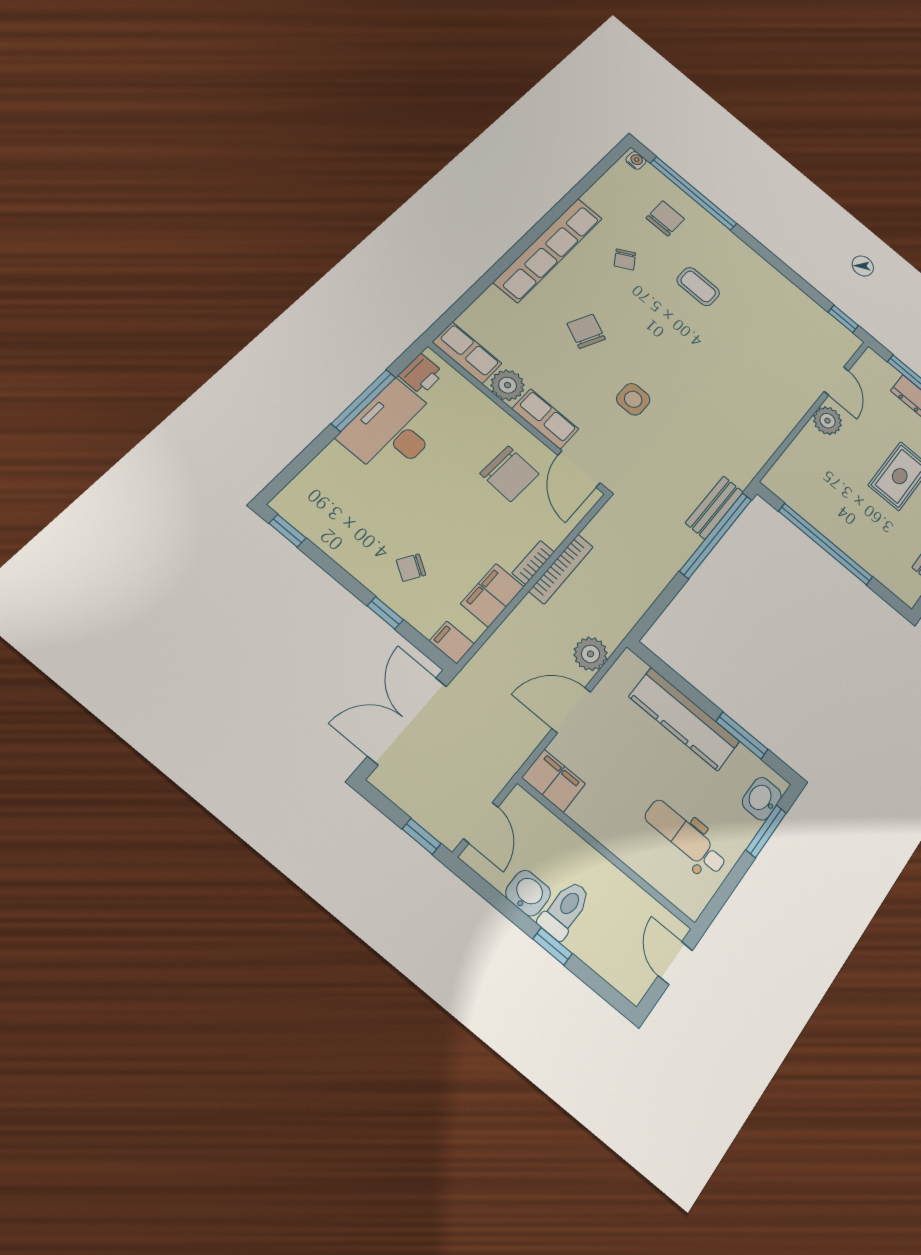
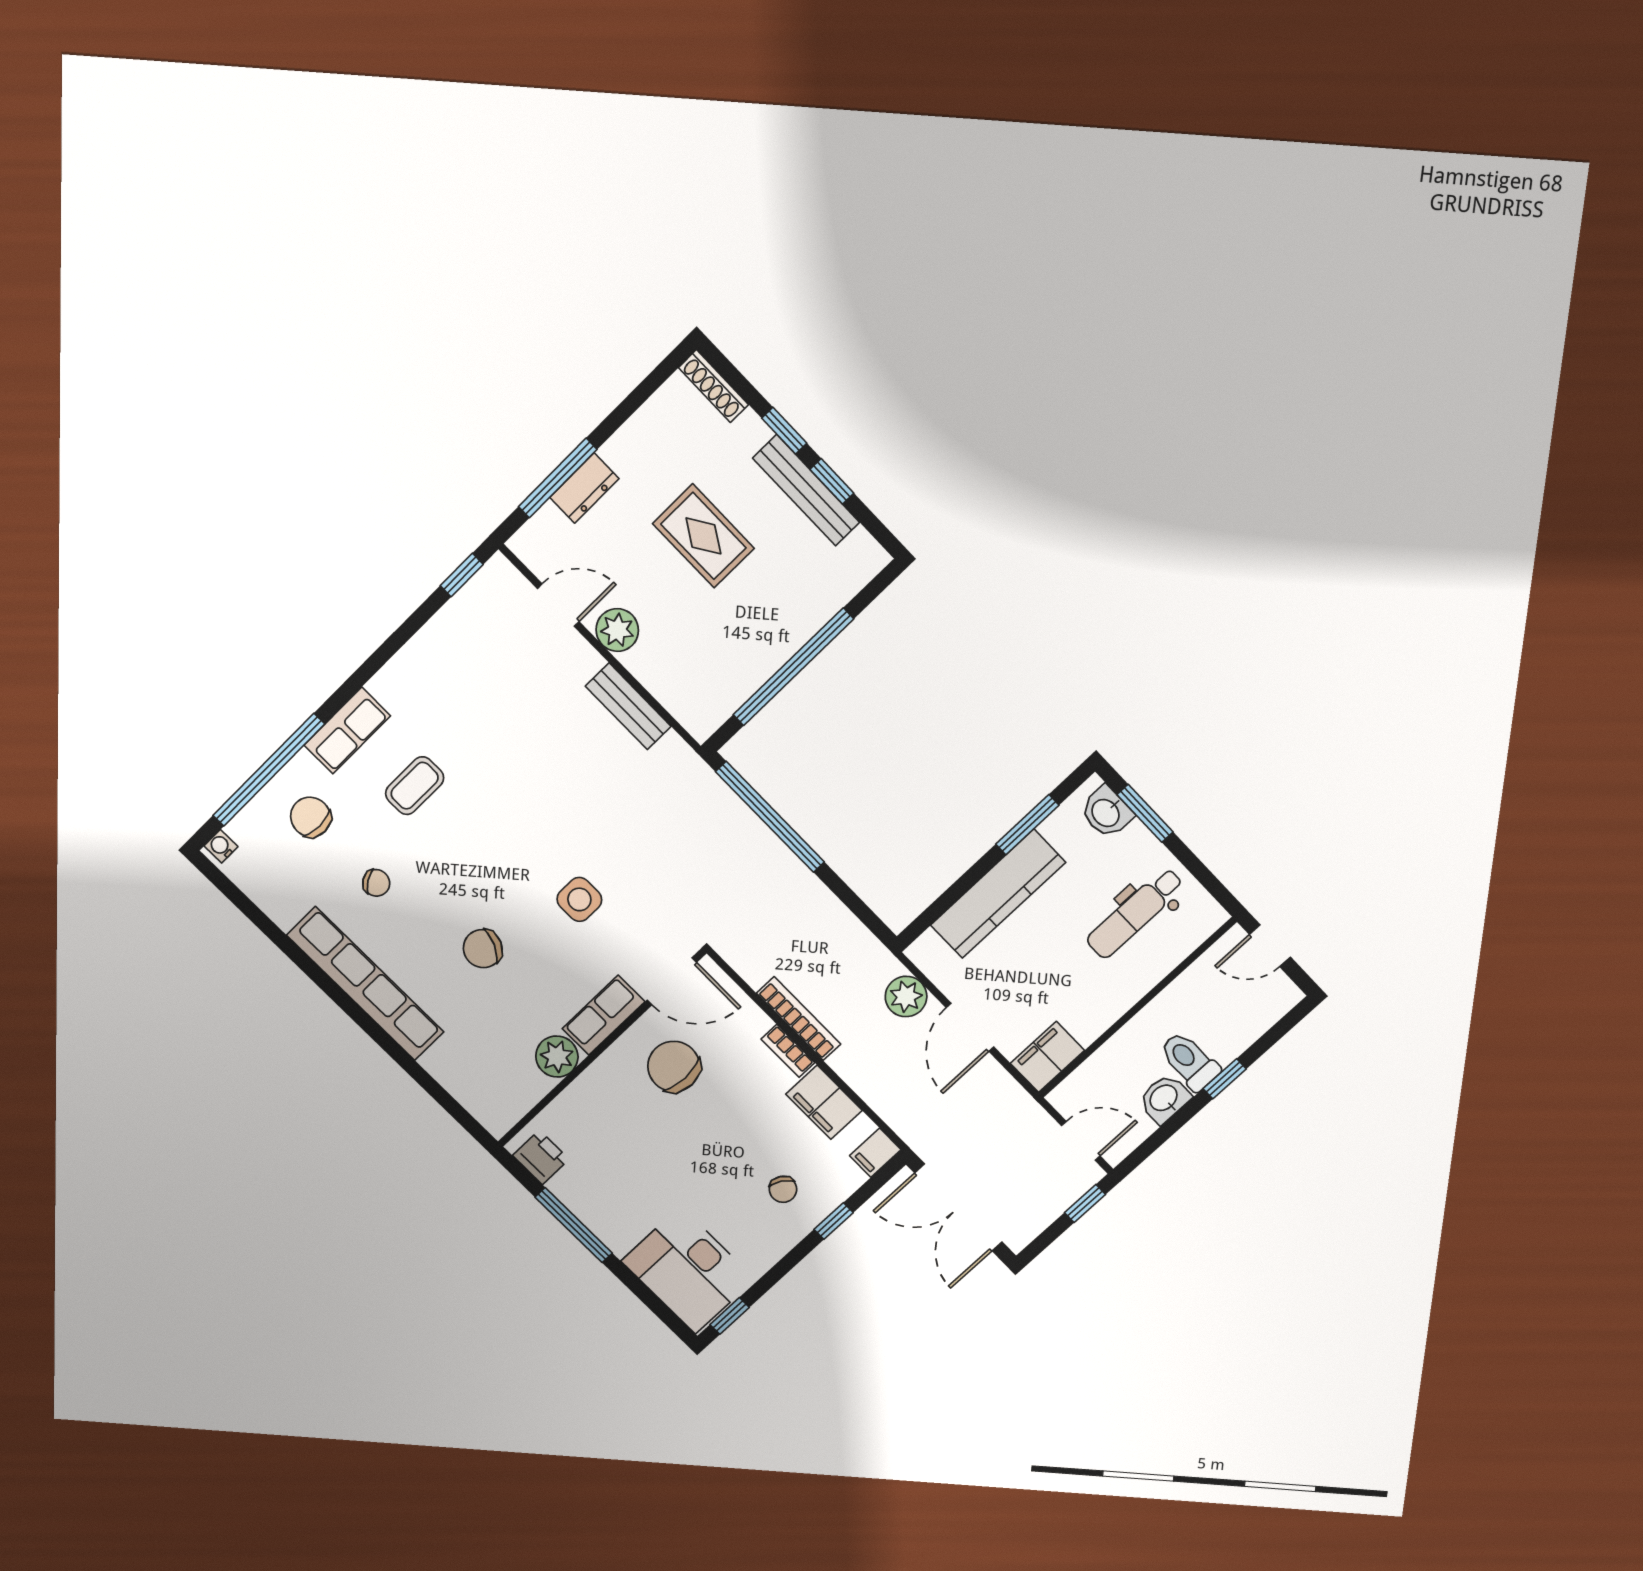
row of seats: (467, 353) -> (347, 731), moved, turned 180
desk: (392, 430) -> (688, 1270), moved
chair: (510, 474) -> (674, 1067), turned -93
bench: (714, 507) -> (628, 706), moved

